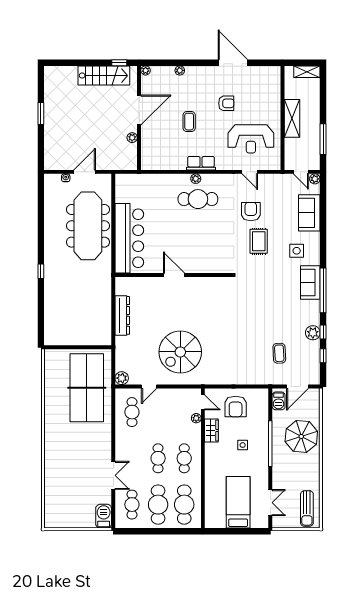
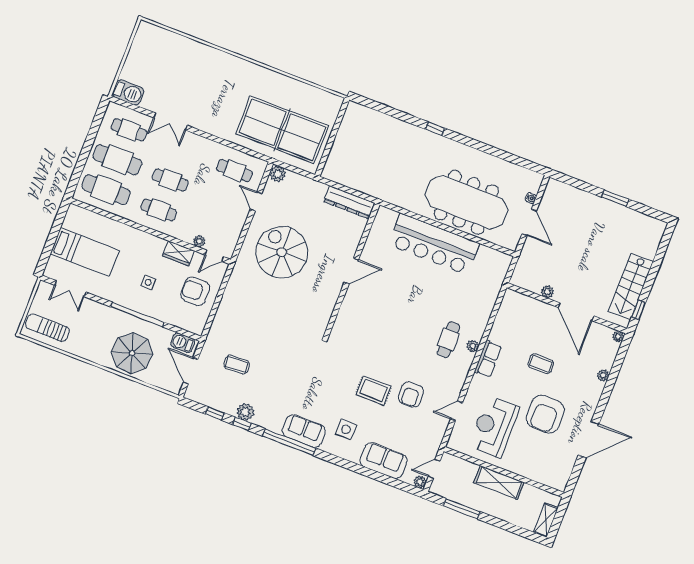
armchair: (226, 103) -> (545, 414), width x1.88, depth x1.88
cafe table: (198, 199) -> (448, 340), width x0.73, depth x0.74
armchair: (251, 212) -> (411, 394), turned 90
wall: (173, 275) -> (352, 270), moved
door: (174, 275) -> (351, 271), moved

